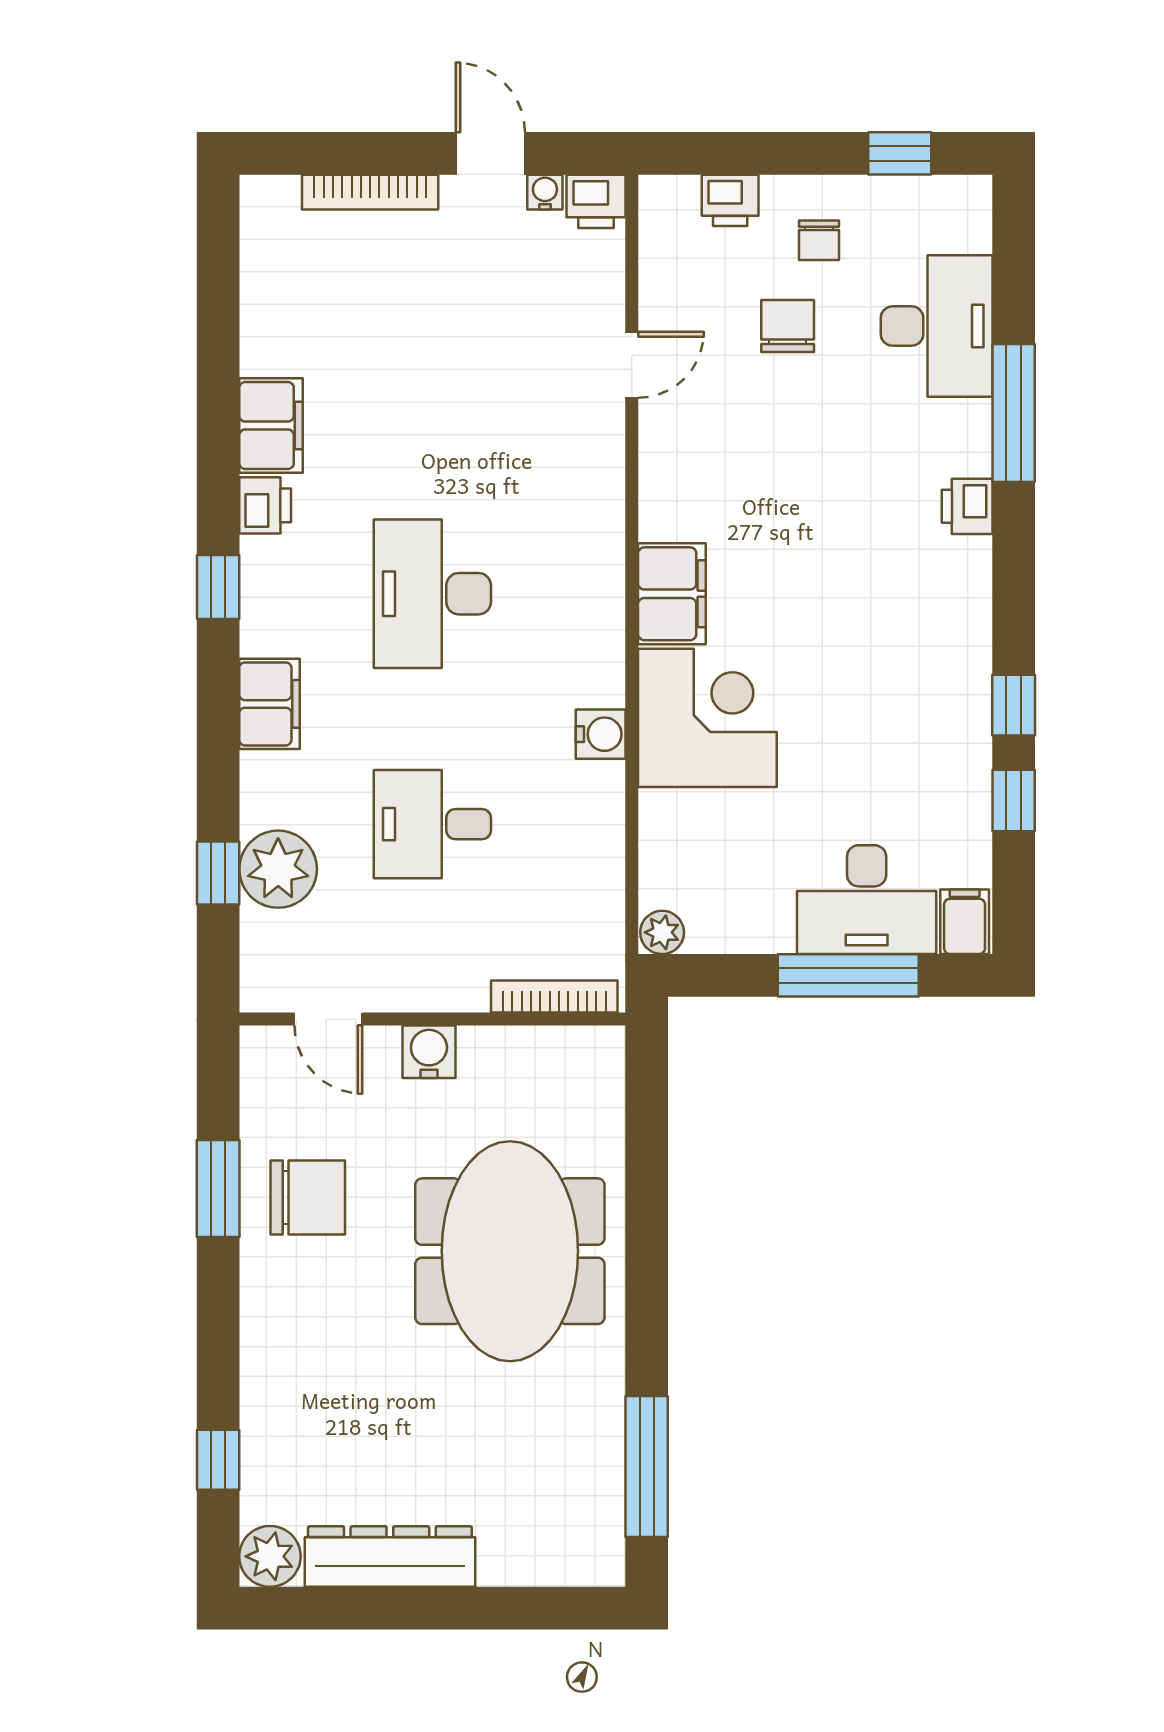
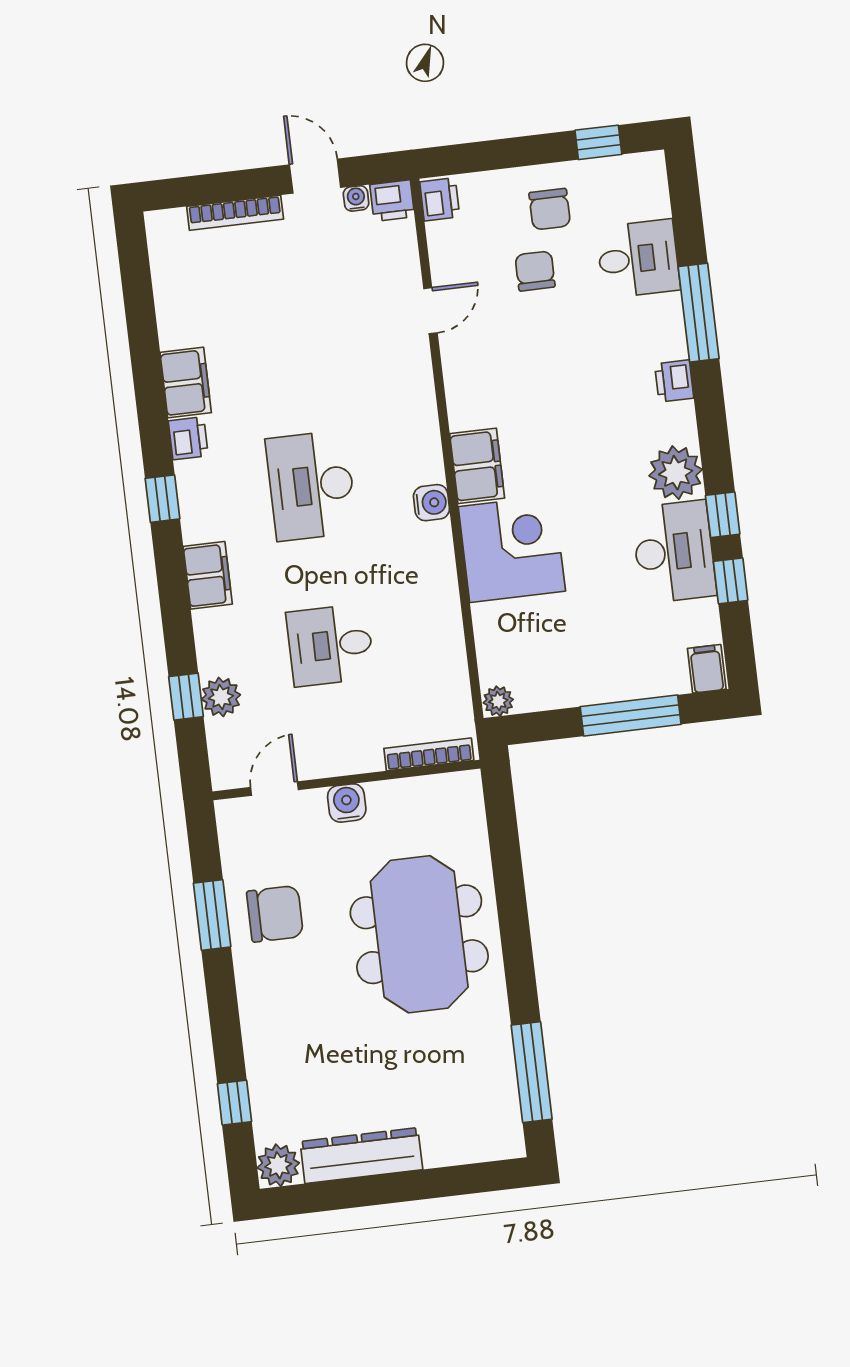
printer: (730, 200) -> (440, 199), moved, turned -90
chair: (819, 240) -> (550, 209), width x1.37, depth x1.37
desk: (937, 326) -> (638, 259), width x0.73
plant: (954, 637) -> (676, 473), added
water cooler: (601, 734) -> (431, 503), moved
plant: (278, 869) -> (221, 697), width x0.73, depth x0.73
desk: (867, 900) -> (674, 552), moved, turned -90
door: (328, 1019) -> (274, 789), swing flipped

